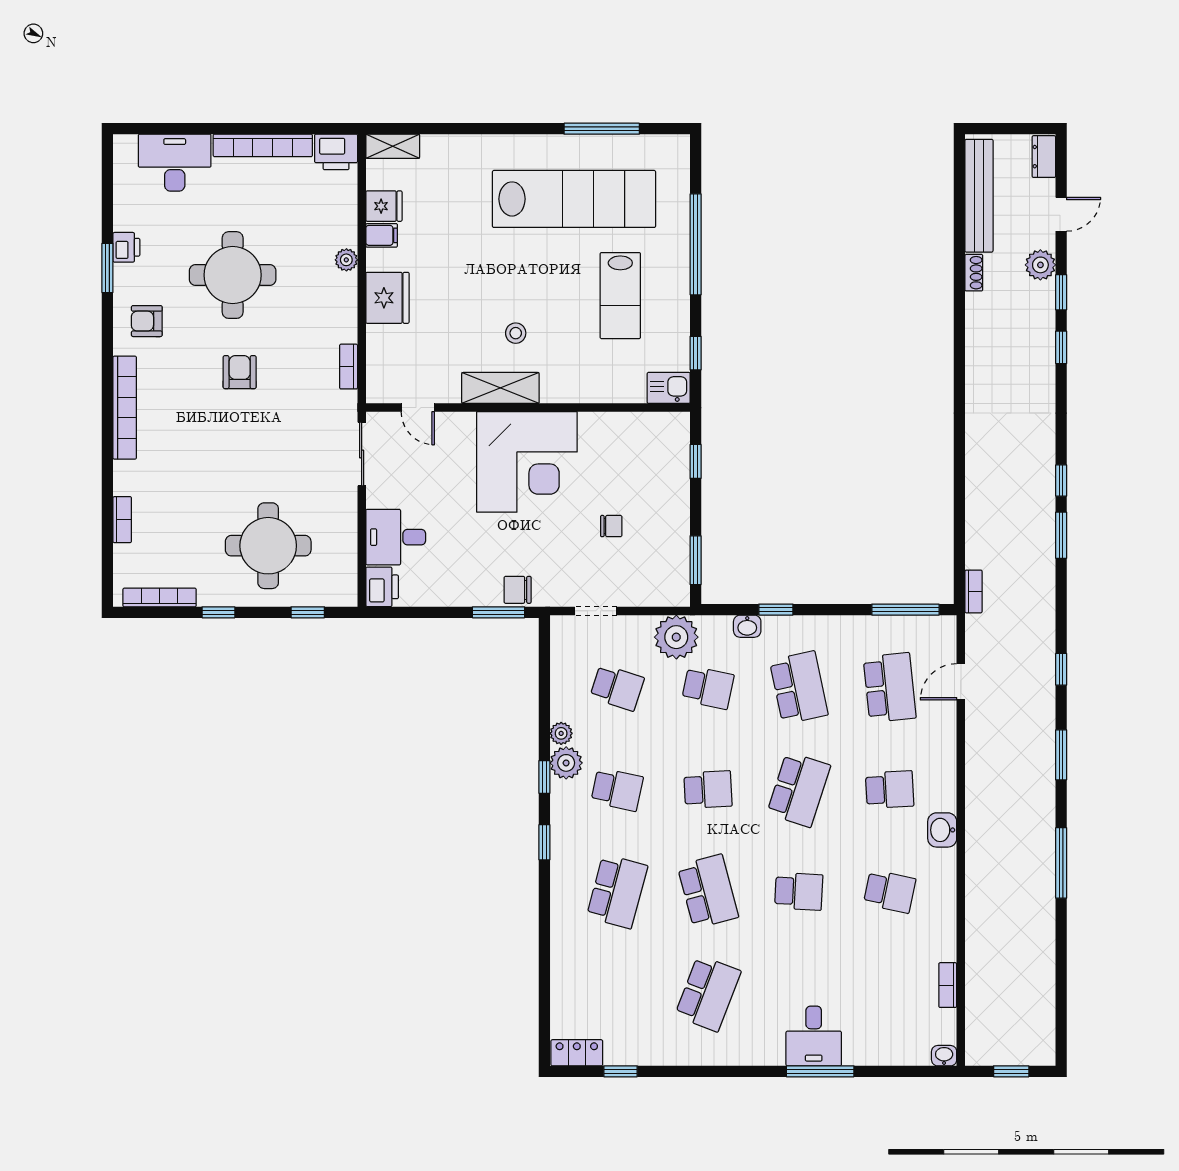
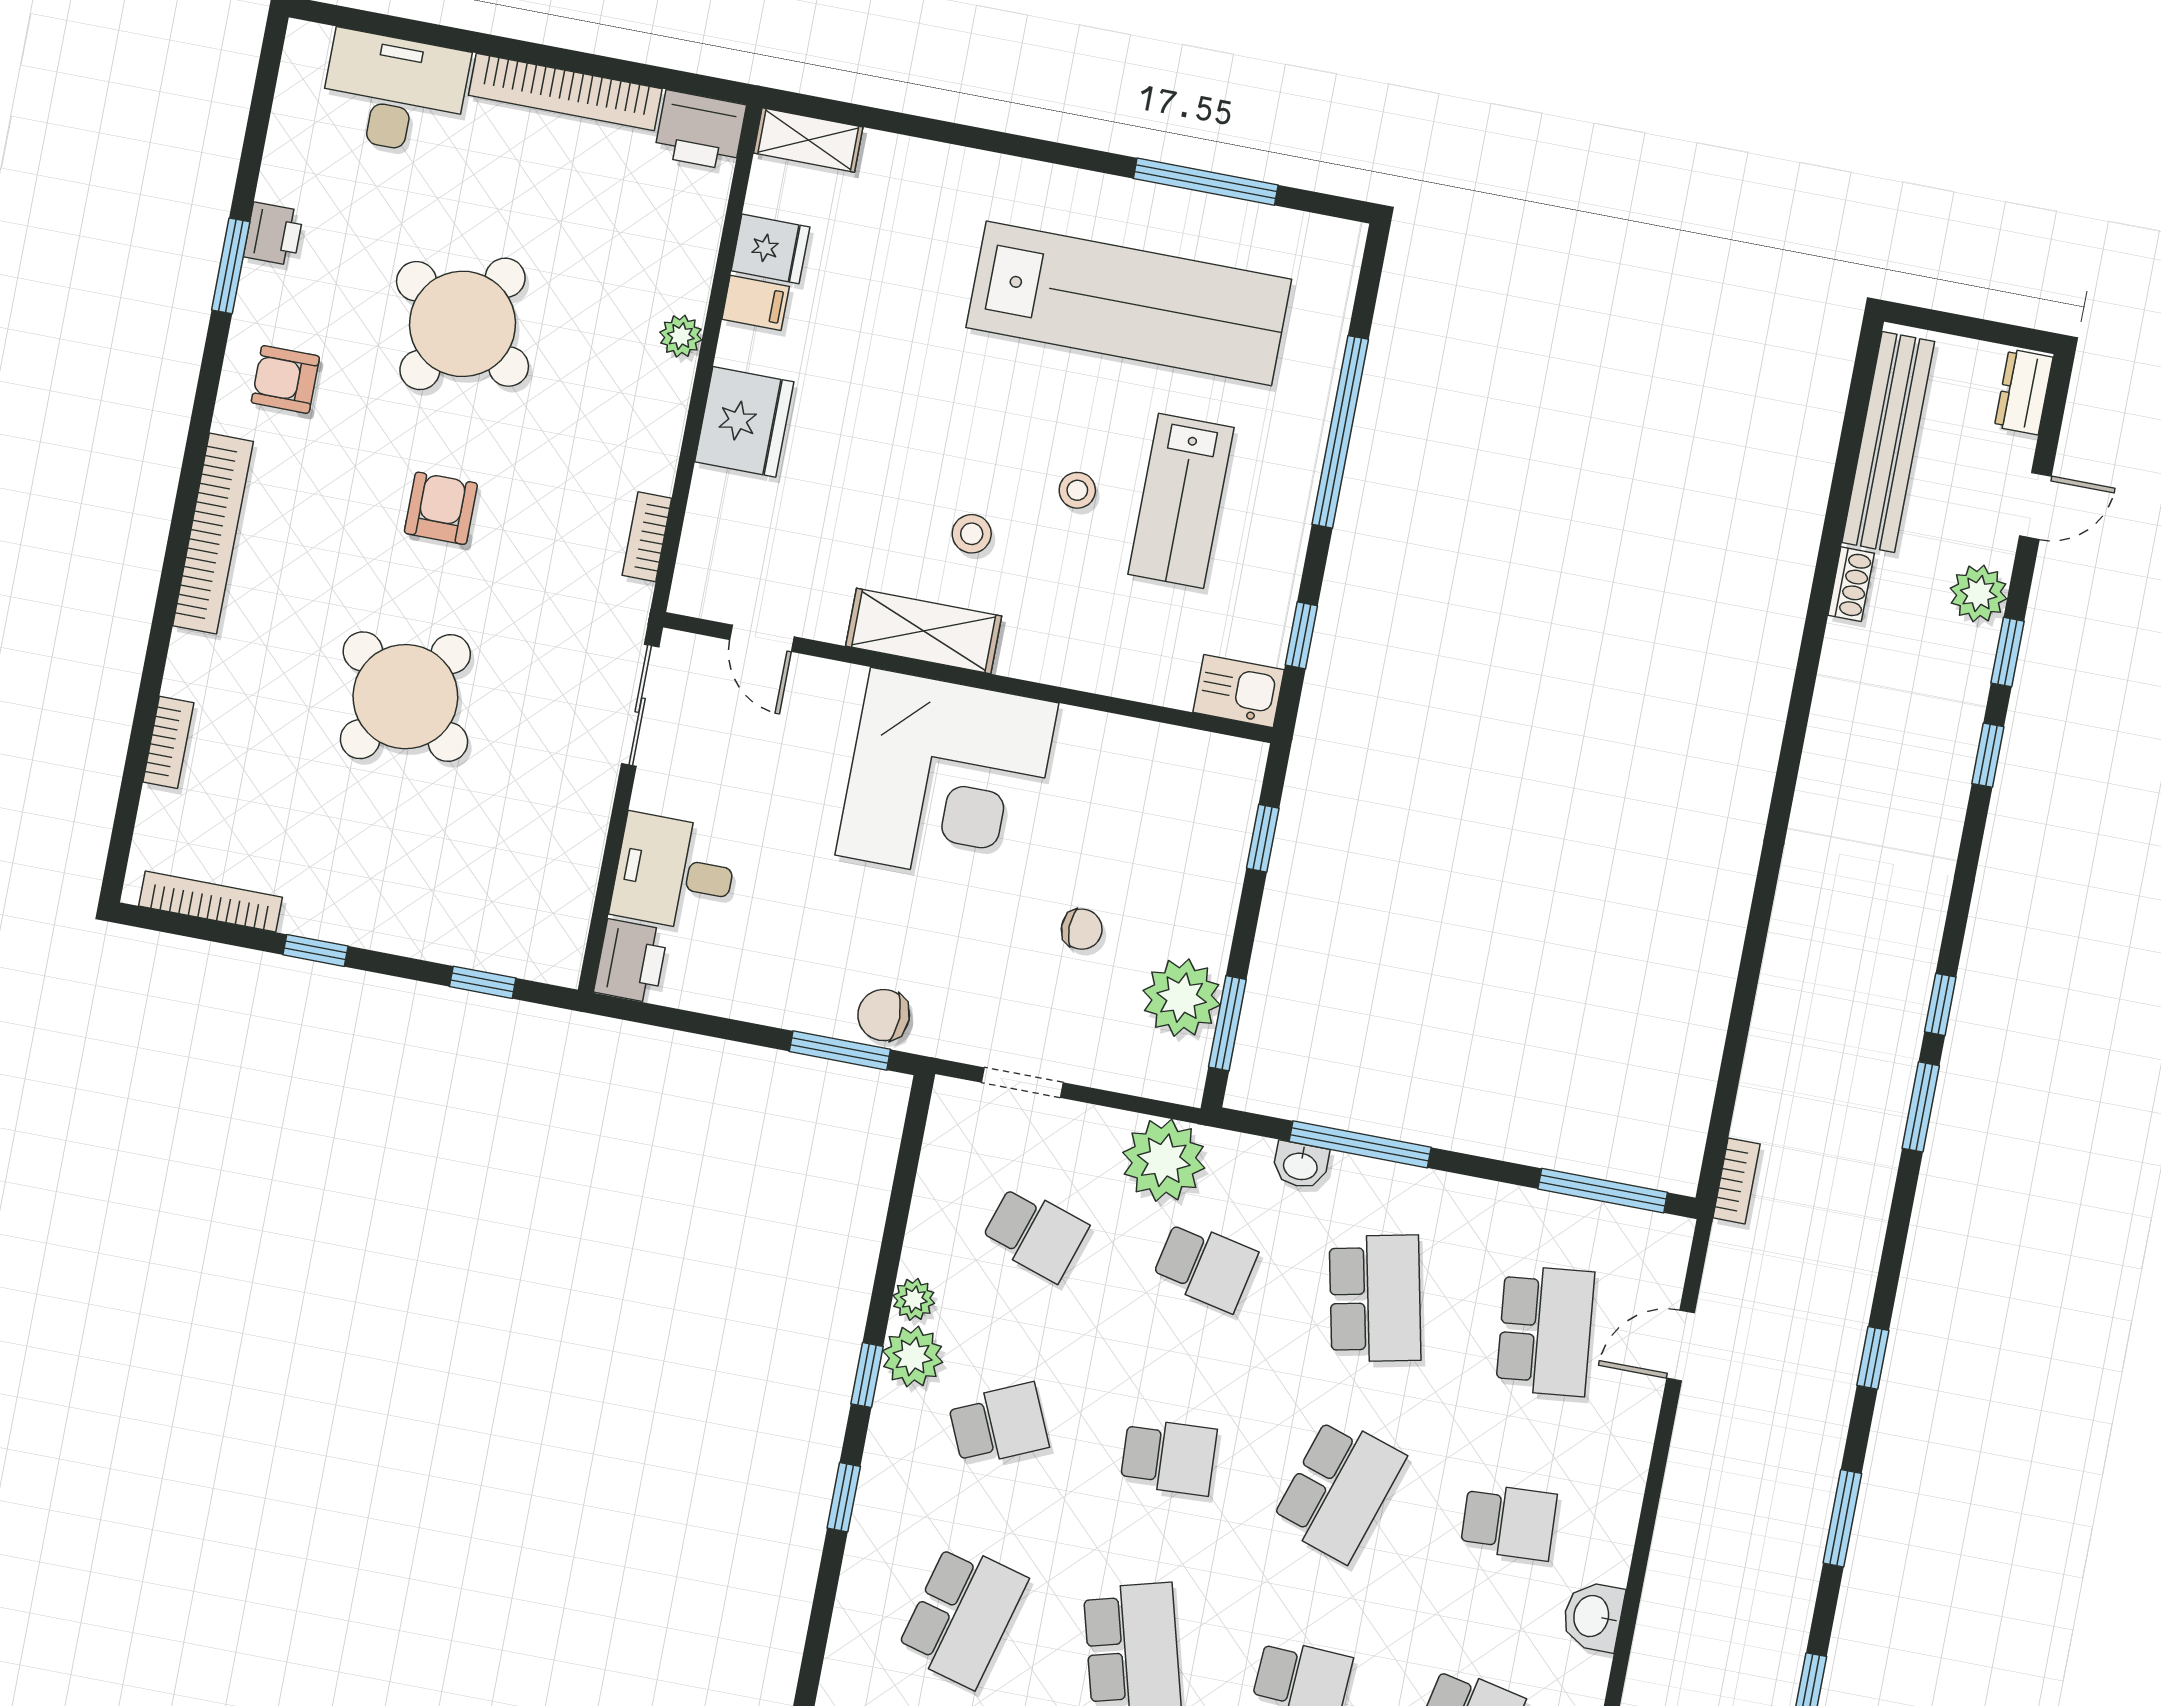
round table: (233, 275) -> (463, 324), turned 32
stool: (566, 300) -> (1077, 490), added
round table: (268, 546) -> (405, 697), moved, turned 36
plant: (669, 552) -> (1182, 998), added
window: (776, 610) -> (1360, 1144), width x2.17
school desk: (617, 789) -> (999, 1424), turned -36

